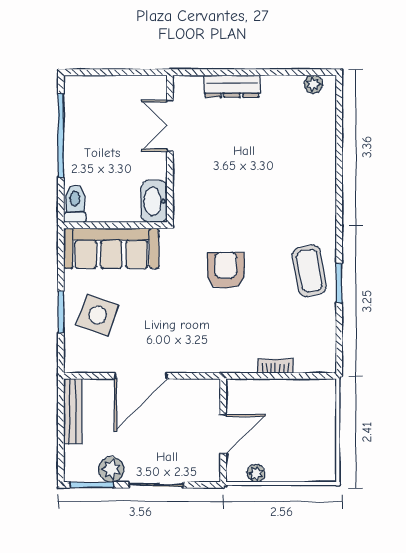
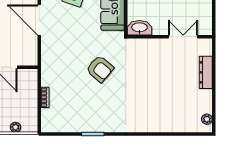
armchair: (226, 270) -> (100, 69), turned 40
coffee table: (309, 271) -> (100, 117), removed
plant: (327, 417) -> (15, 127), added

